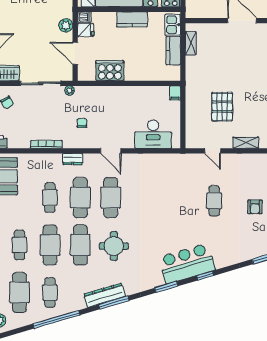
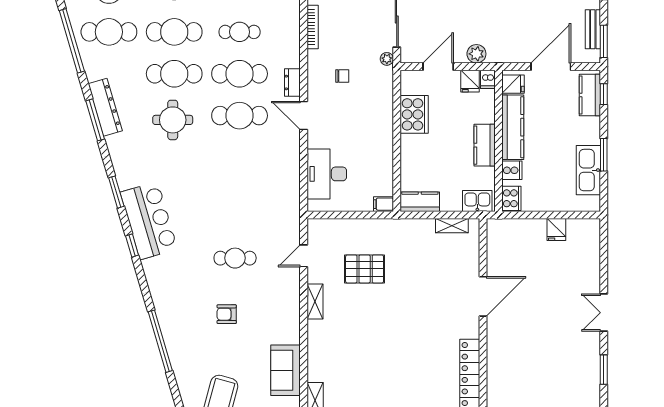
kitchen counter: (173, 51) -> (420, 202), moved
door: (111, 151) -> (304, 116), hinge flipped
dresser: (73, 159) -> (292, 83), moved
cafe table: (50, 292) -> (109, 32), width x1.37, depth x1.35

